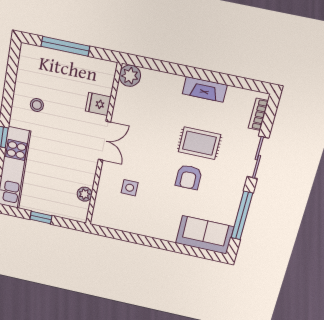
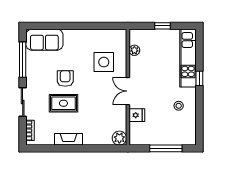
side table: (130, 188) -> (104, 62), width x1.87, depth x1.87

